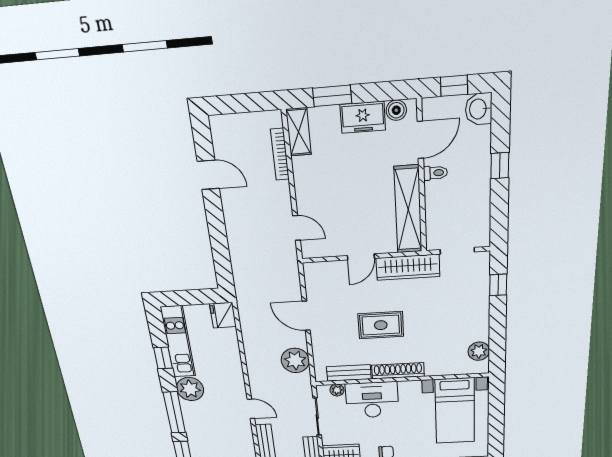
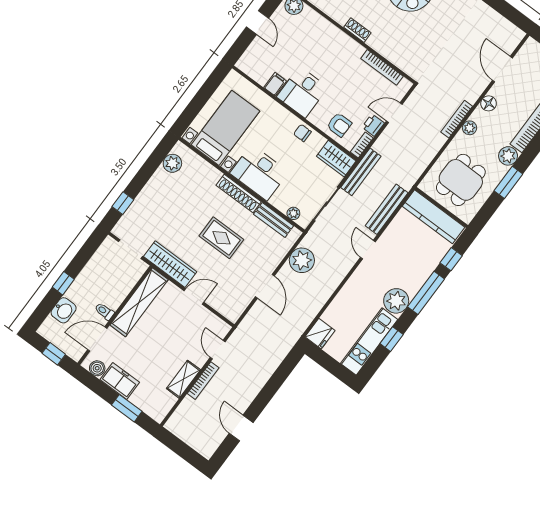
washbasin: (479, 109) -> (64, 310), moved
shelving: (299, 132) -> (183, 379), moved
bookcase: (280, 154) -> (203, 381), moved
desk: (372, 400) -> (259, 173), moved

